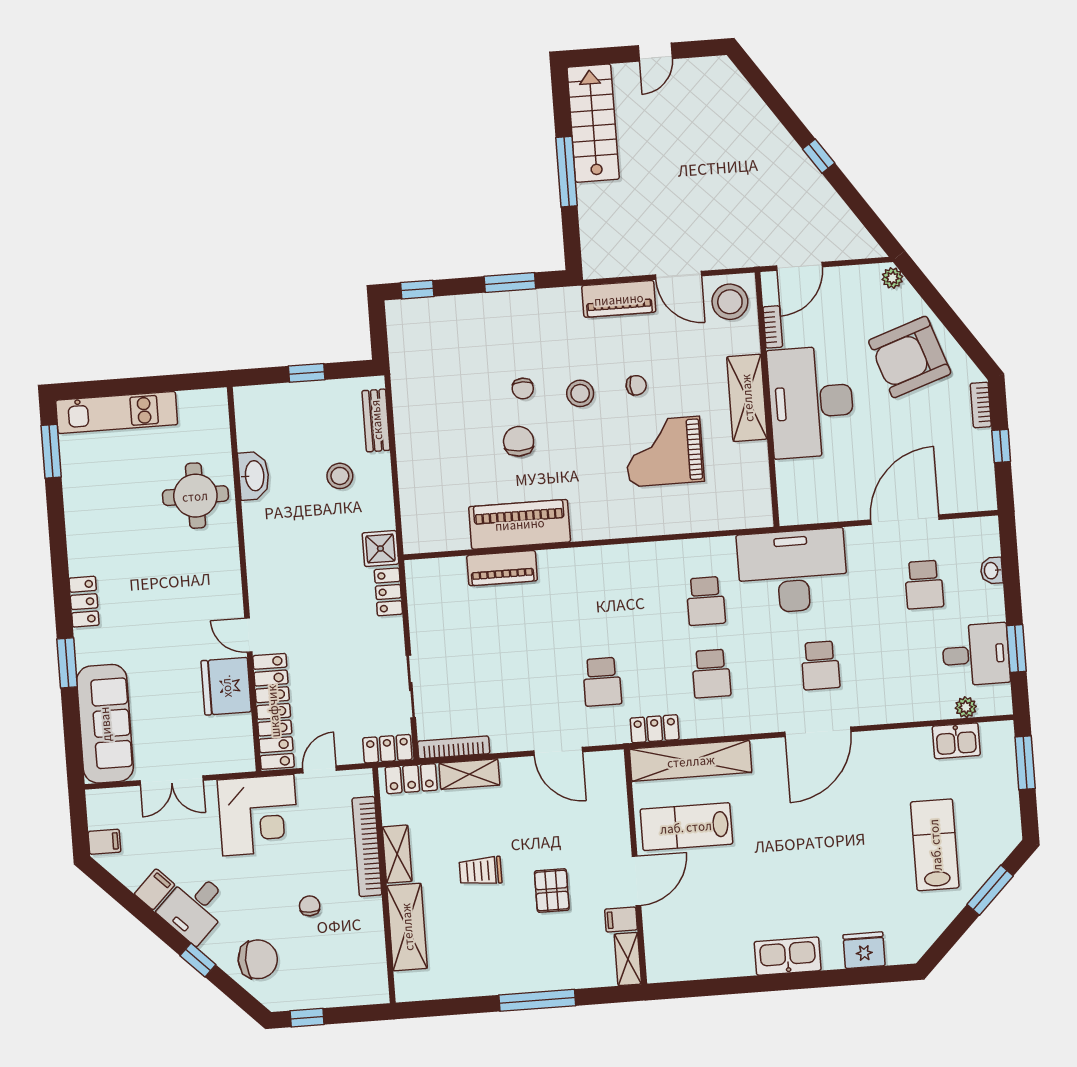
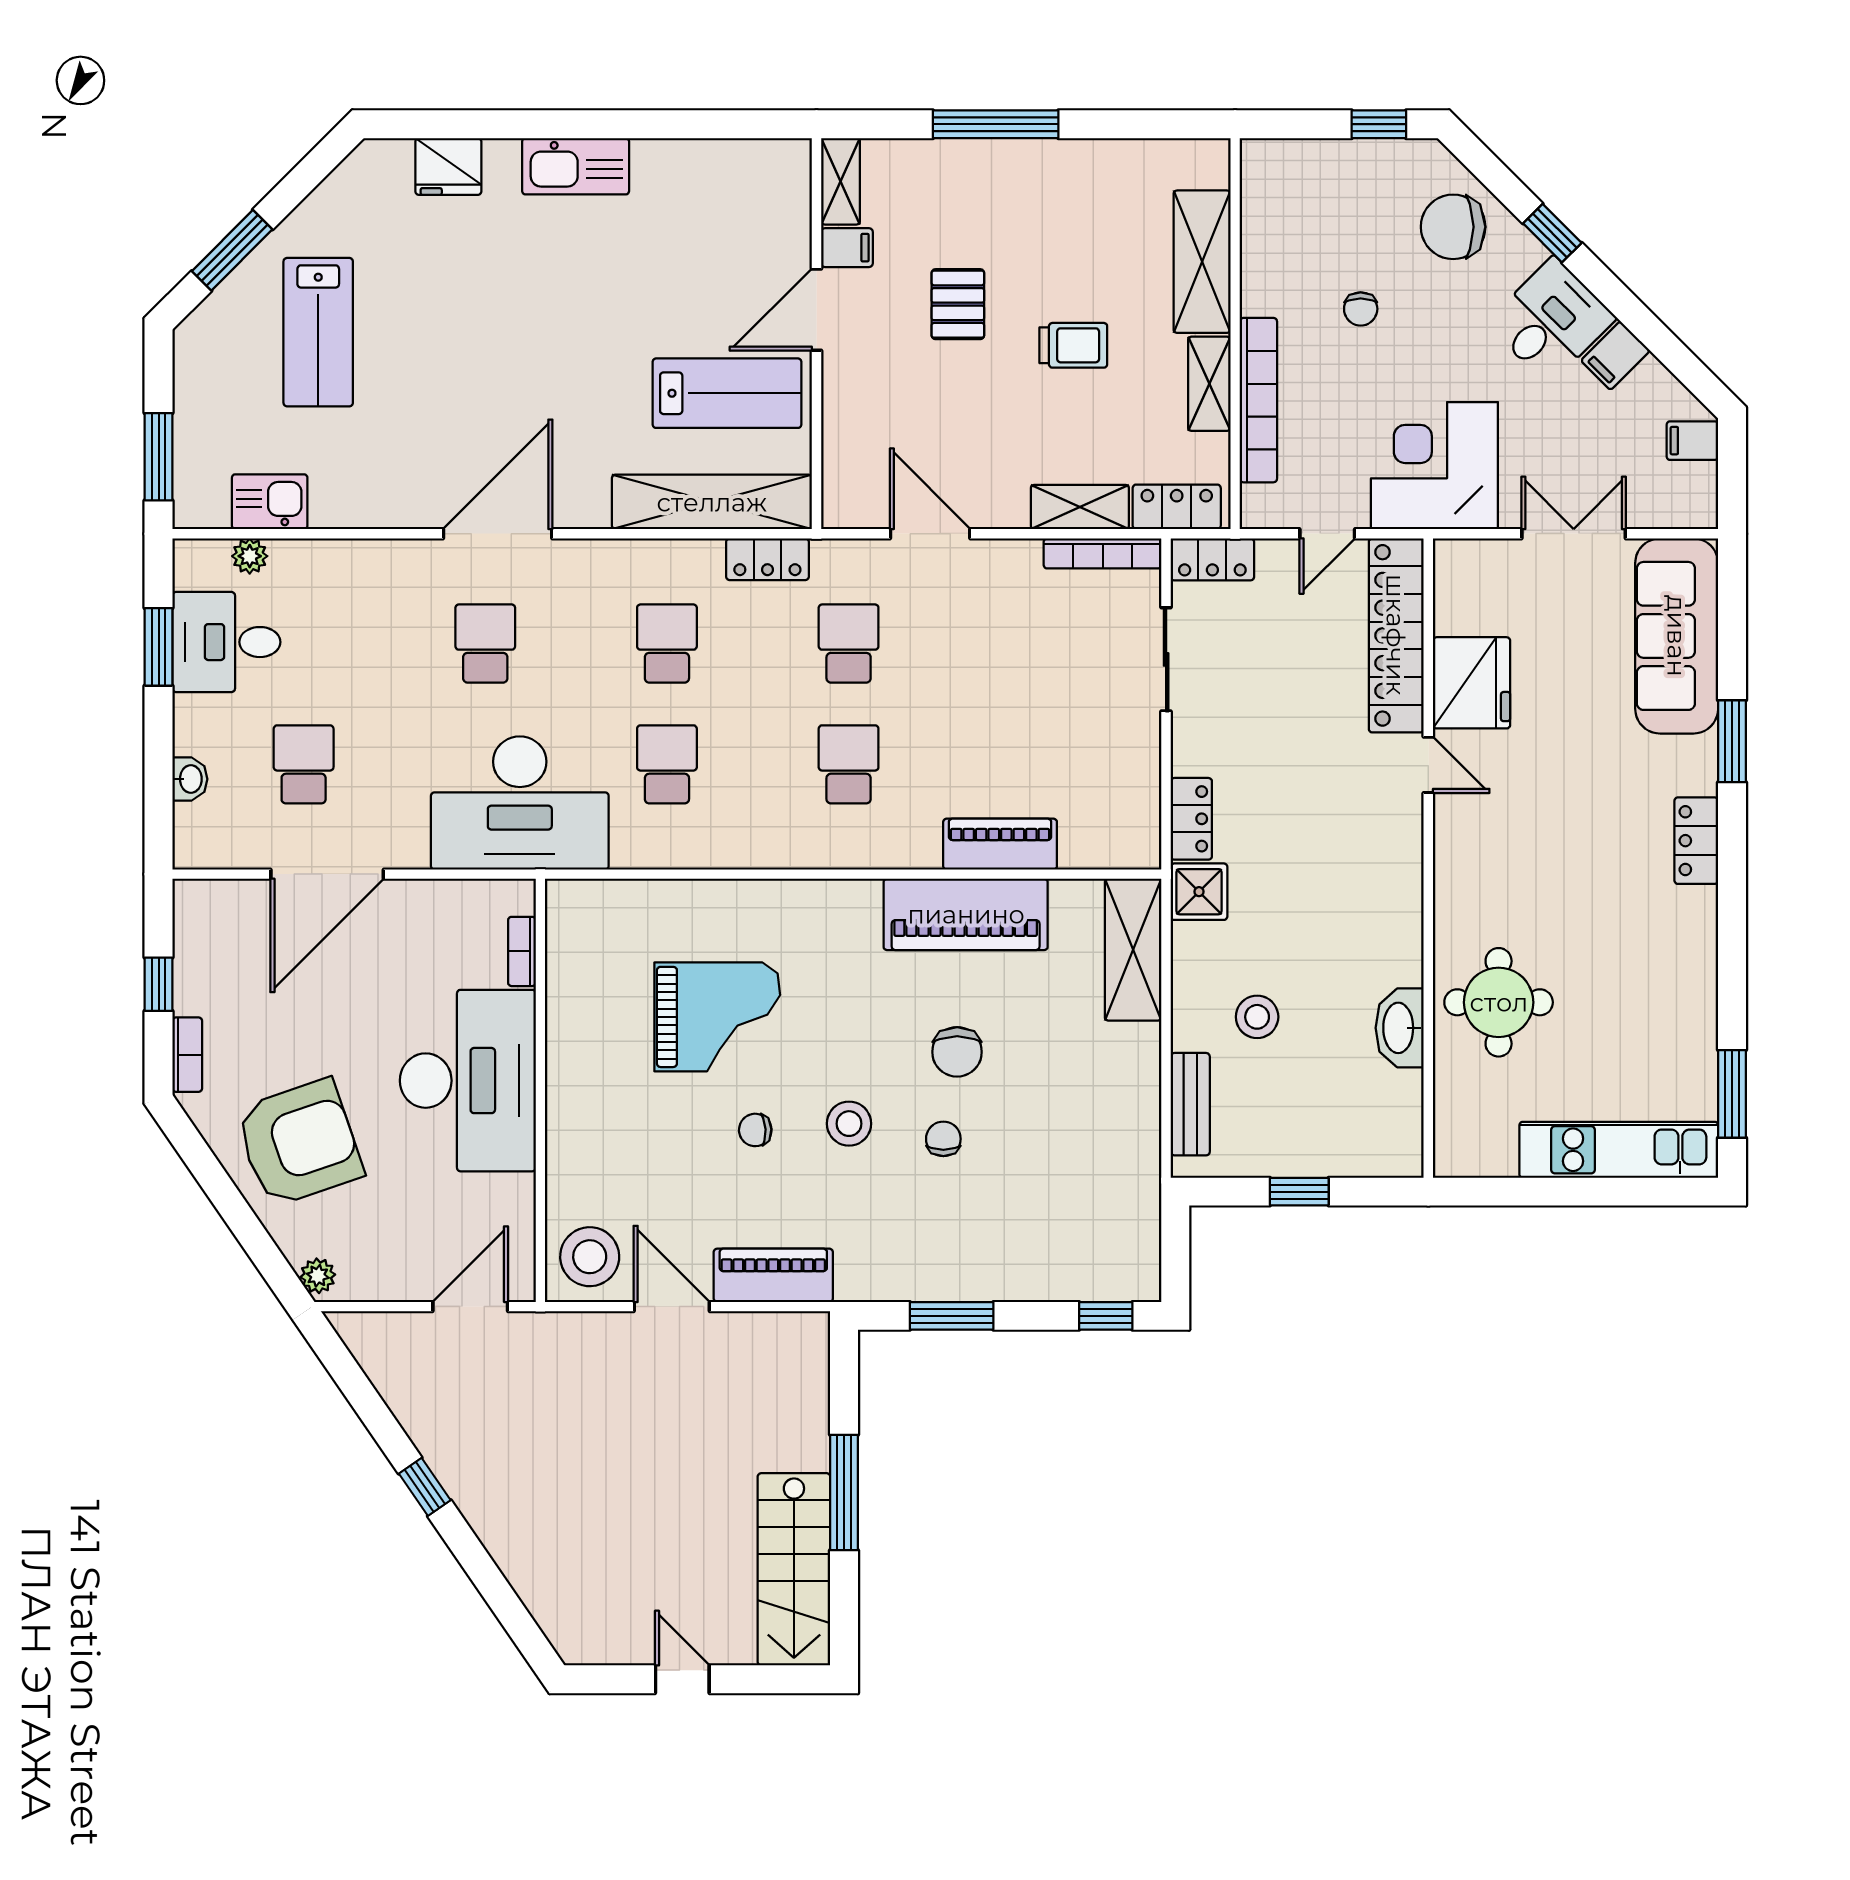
door: (655, 52) -> (682, 1679), hinge flipped
bookcase: (773, 327) -> (522, 951), moved
shelving: (747, 398) -> (1133, 950), moved
school desk: (597, 609) -> (849, 764), added

